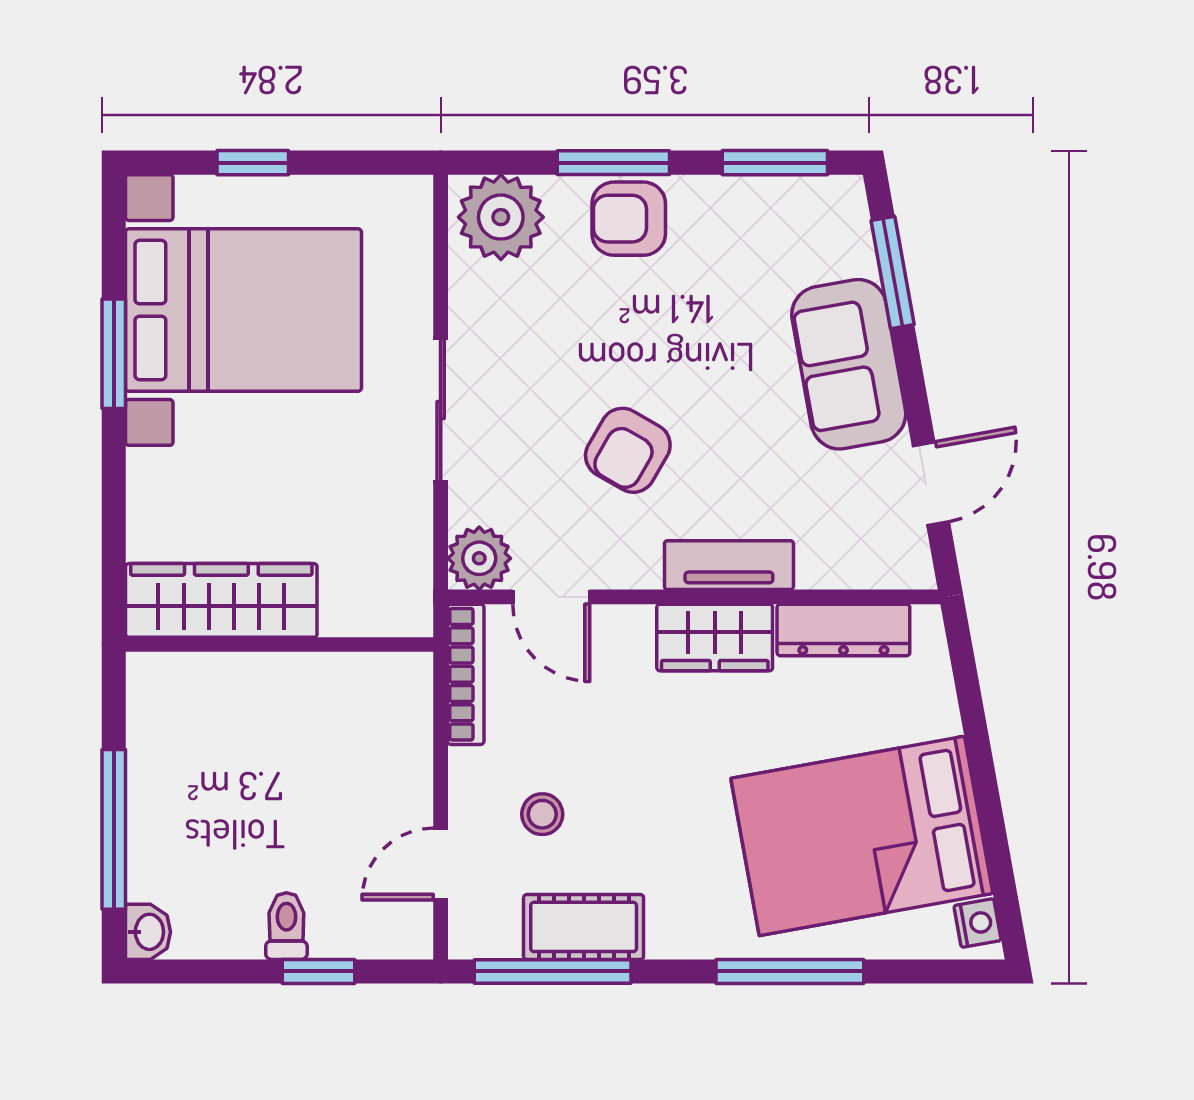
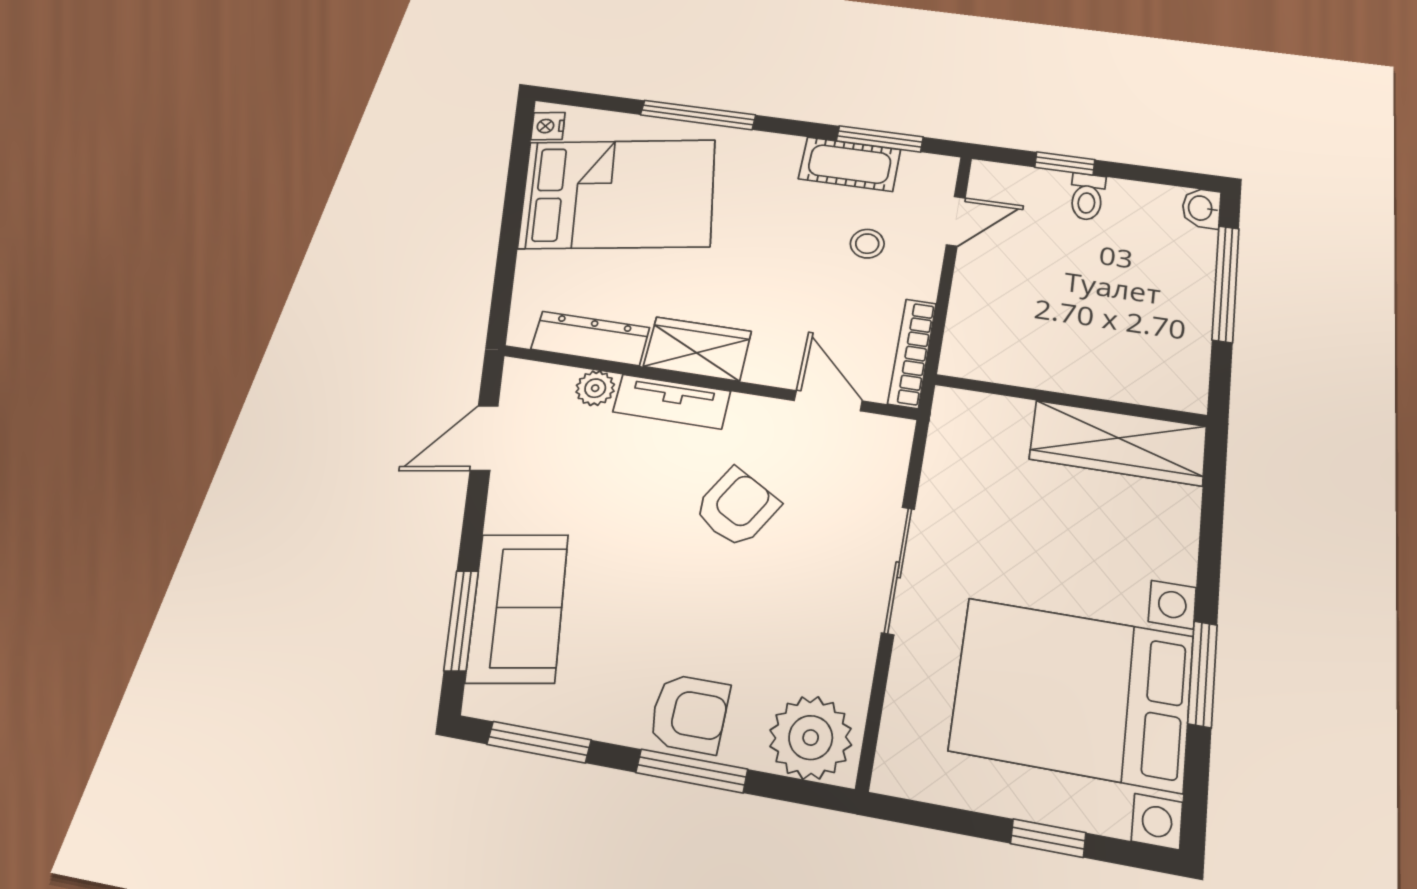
sofa: (849, 364) -> (518, 607), moved
plant: (479, 558) -> (595, 388), moved, width x0.73, depth x0.73
window: (553, 971) -> (880, 139), width x0.69

